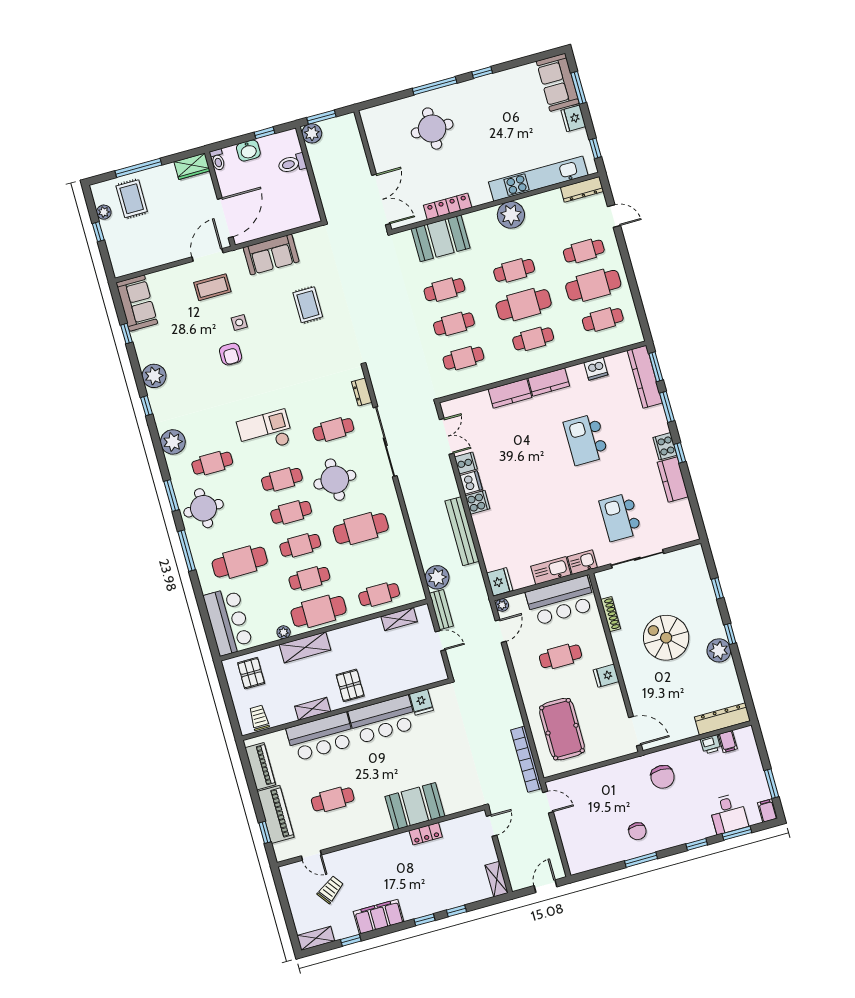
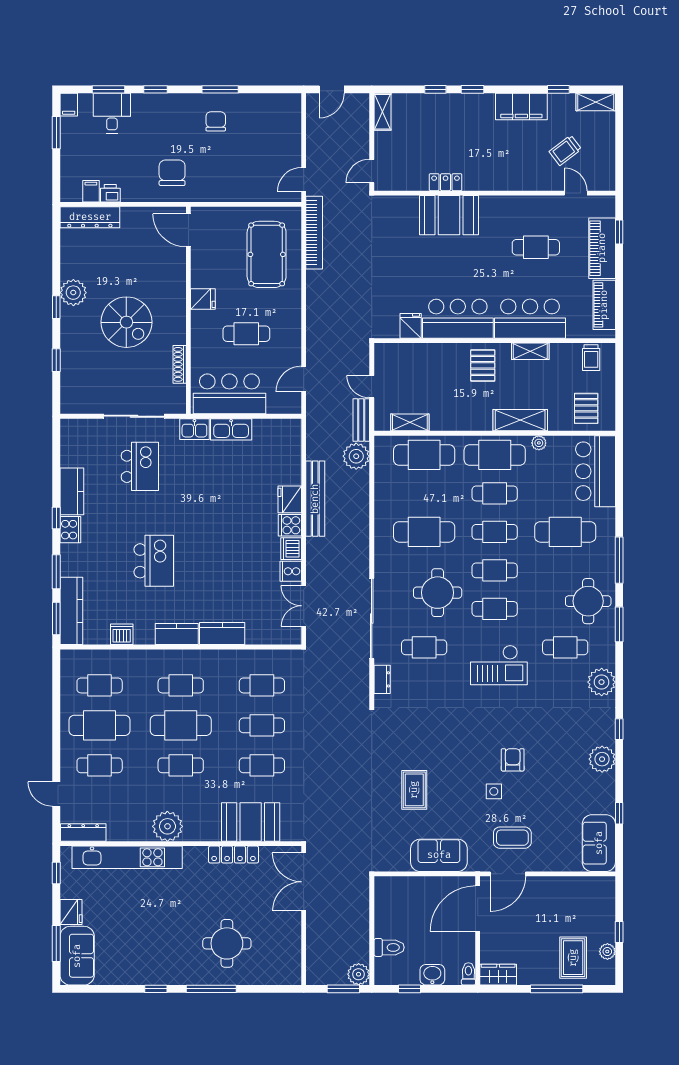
fridge: (500, 582) -> (290, 499), moved
cafe table: (379, 595) -> (424, 455), width x1.37, depth x1.35
plant: (502, 605) -> (294, 407), removed
door: (548, 802) -> (304, 180), hinge flipped

